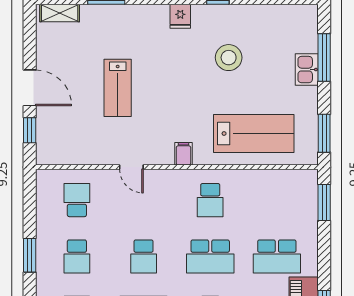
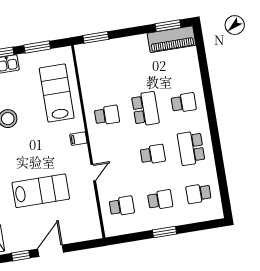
lab bench: (118, 88) -> (41, 191), width x1.36, depth x1.39
window: (30, 130) -> (21, 256), moved
window: (324, 133) -> (37, 47), moved
school desk: (77, 200) -> (122, 206), turned 180
school desk: (277, 256) -> (138, 64), removed

